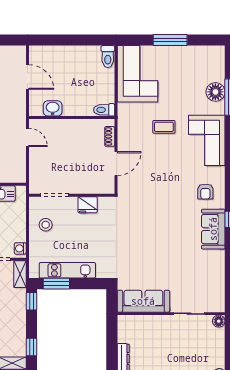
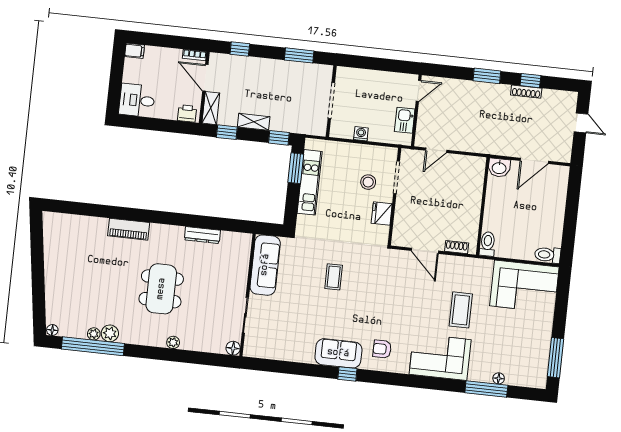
window: (170, 40) -> (556, 358), moved
floor lamp: (215, 92) -> (499, 378), width x0.53, depth x0.53
washbasin: (53, 108) -> (499, 168), moved, turned 90
coffee table: (164, 127) -> (461, 310), width x1.36, depth x1.30
door: (27, 137) -> (436, 150), moved
stool: (46, 225) -> (368, 182), moved
coffee table: (147, 241) -> (334, 277), added
washing machine: (20, 248) -> (361, 134), moved
shelving: (20, 274) -> (254, 122), moved

